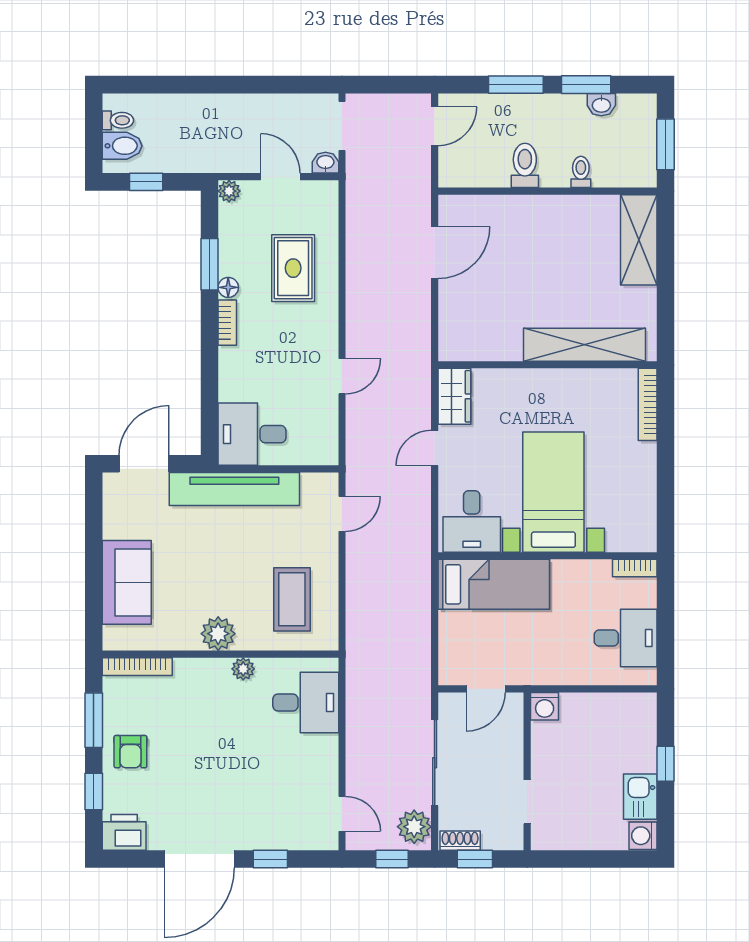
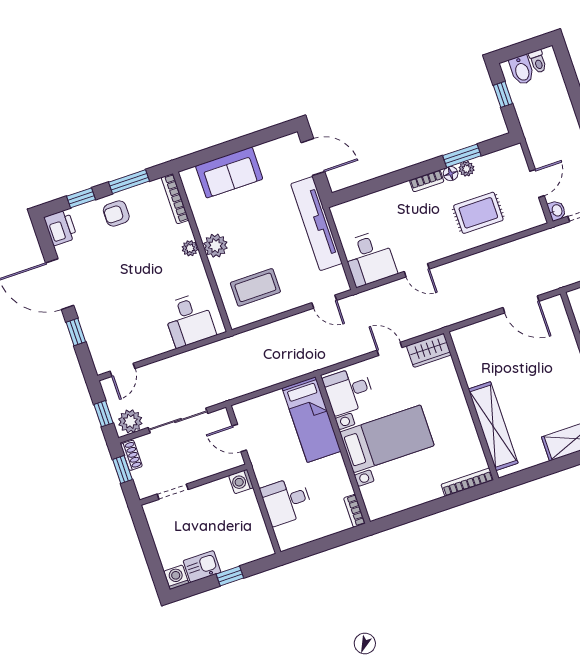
plant: (229, 191) -> (467, 169), moved
desk: (252, 434) -> (369, 258), moved, turned 180
desk: (626, 638) -> (287, 501), moved, turned 90
plant: (243, 669) -> (190, 248), moved

